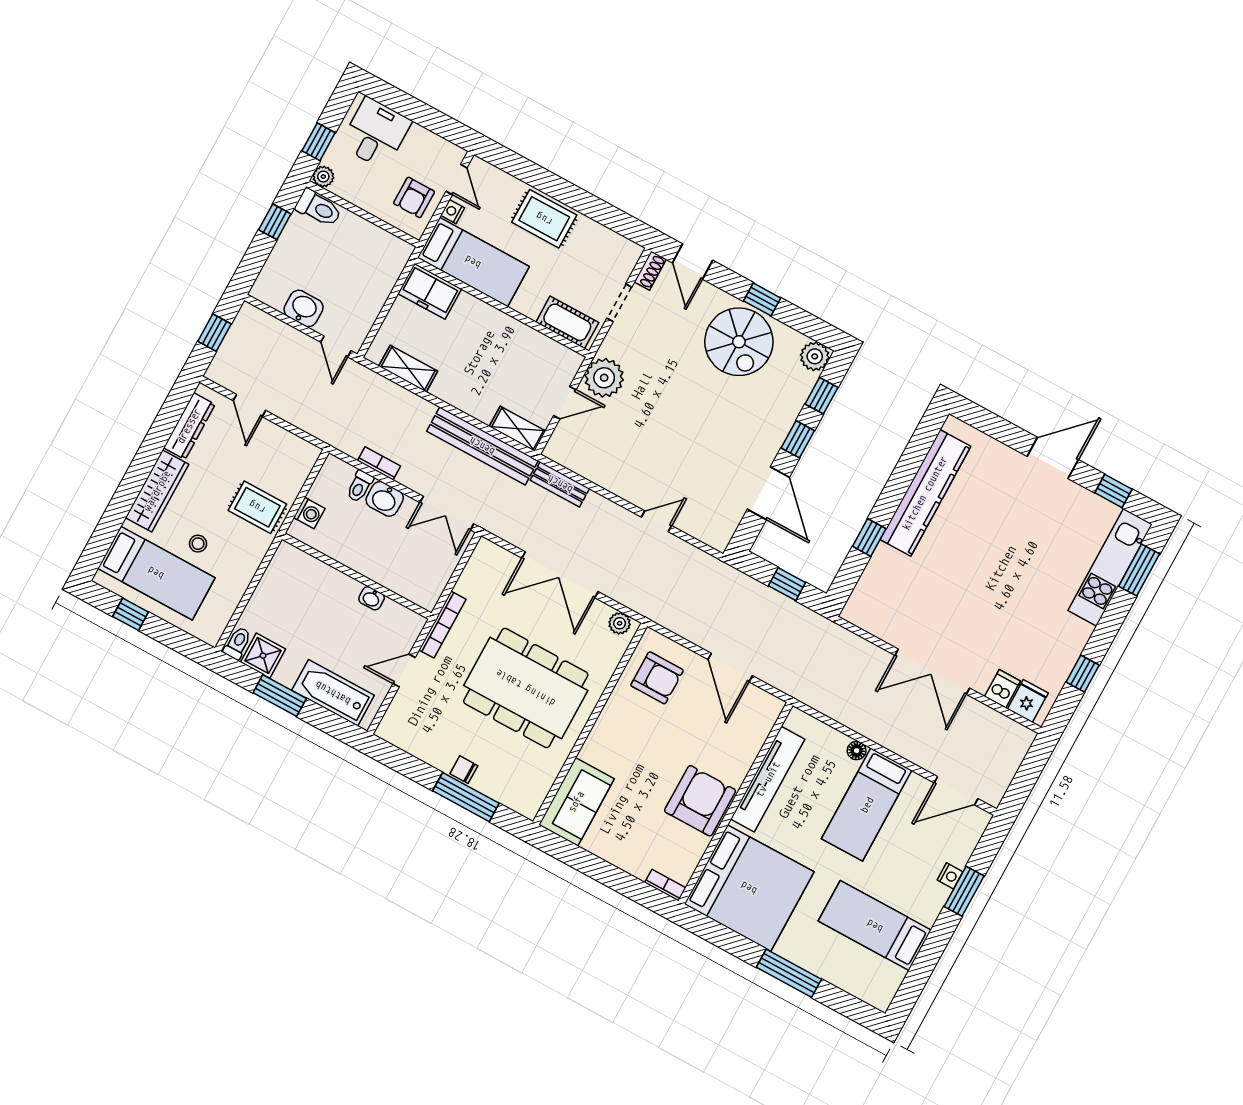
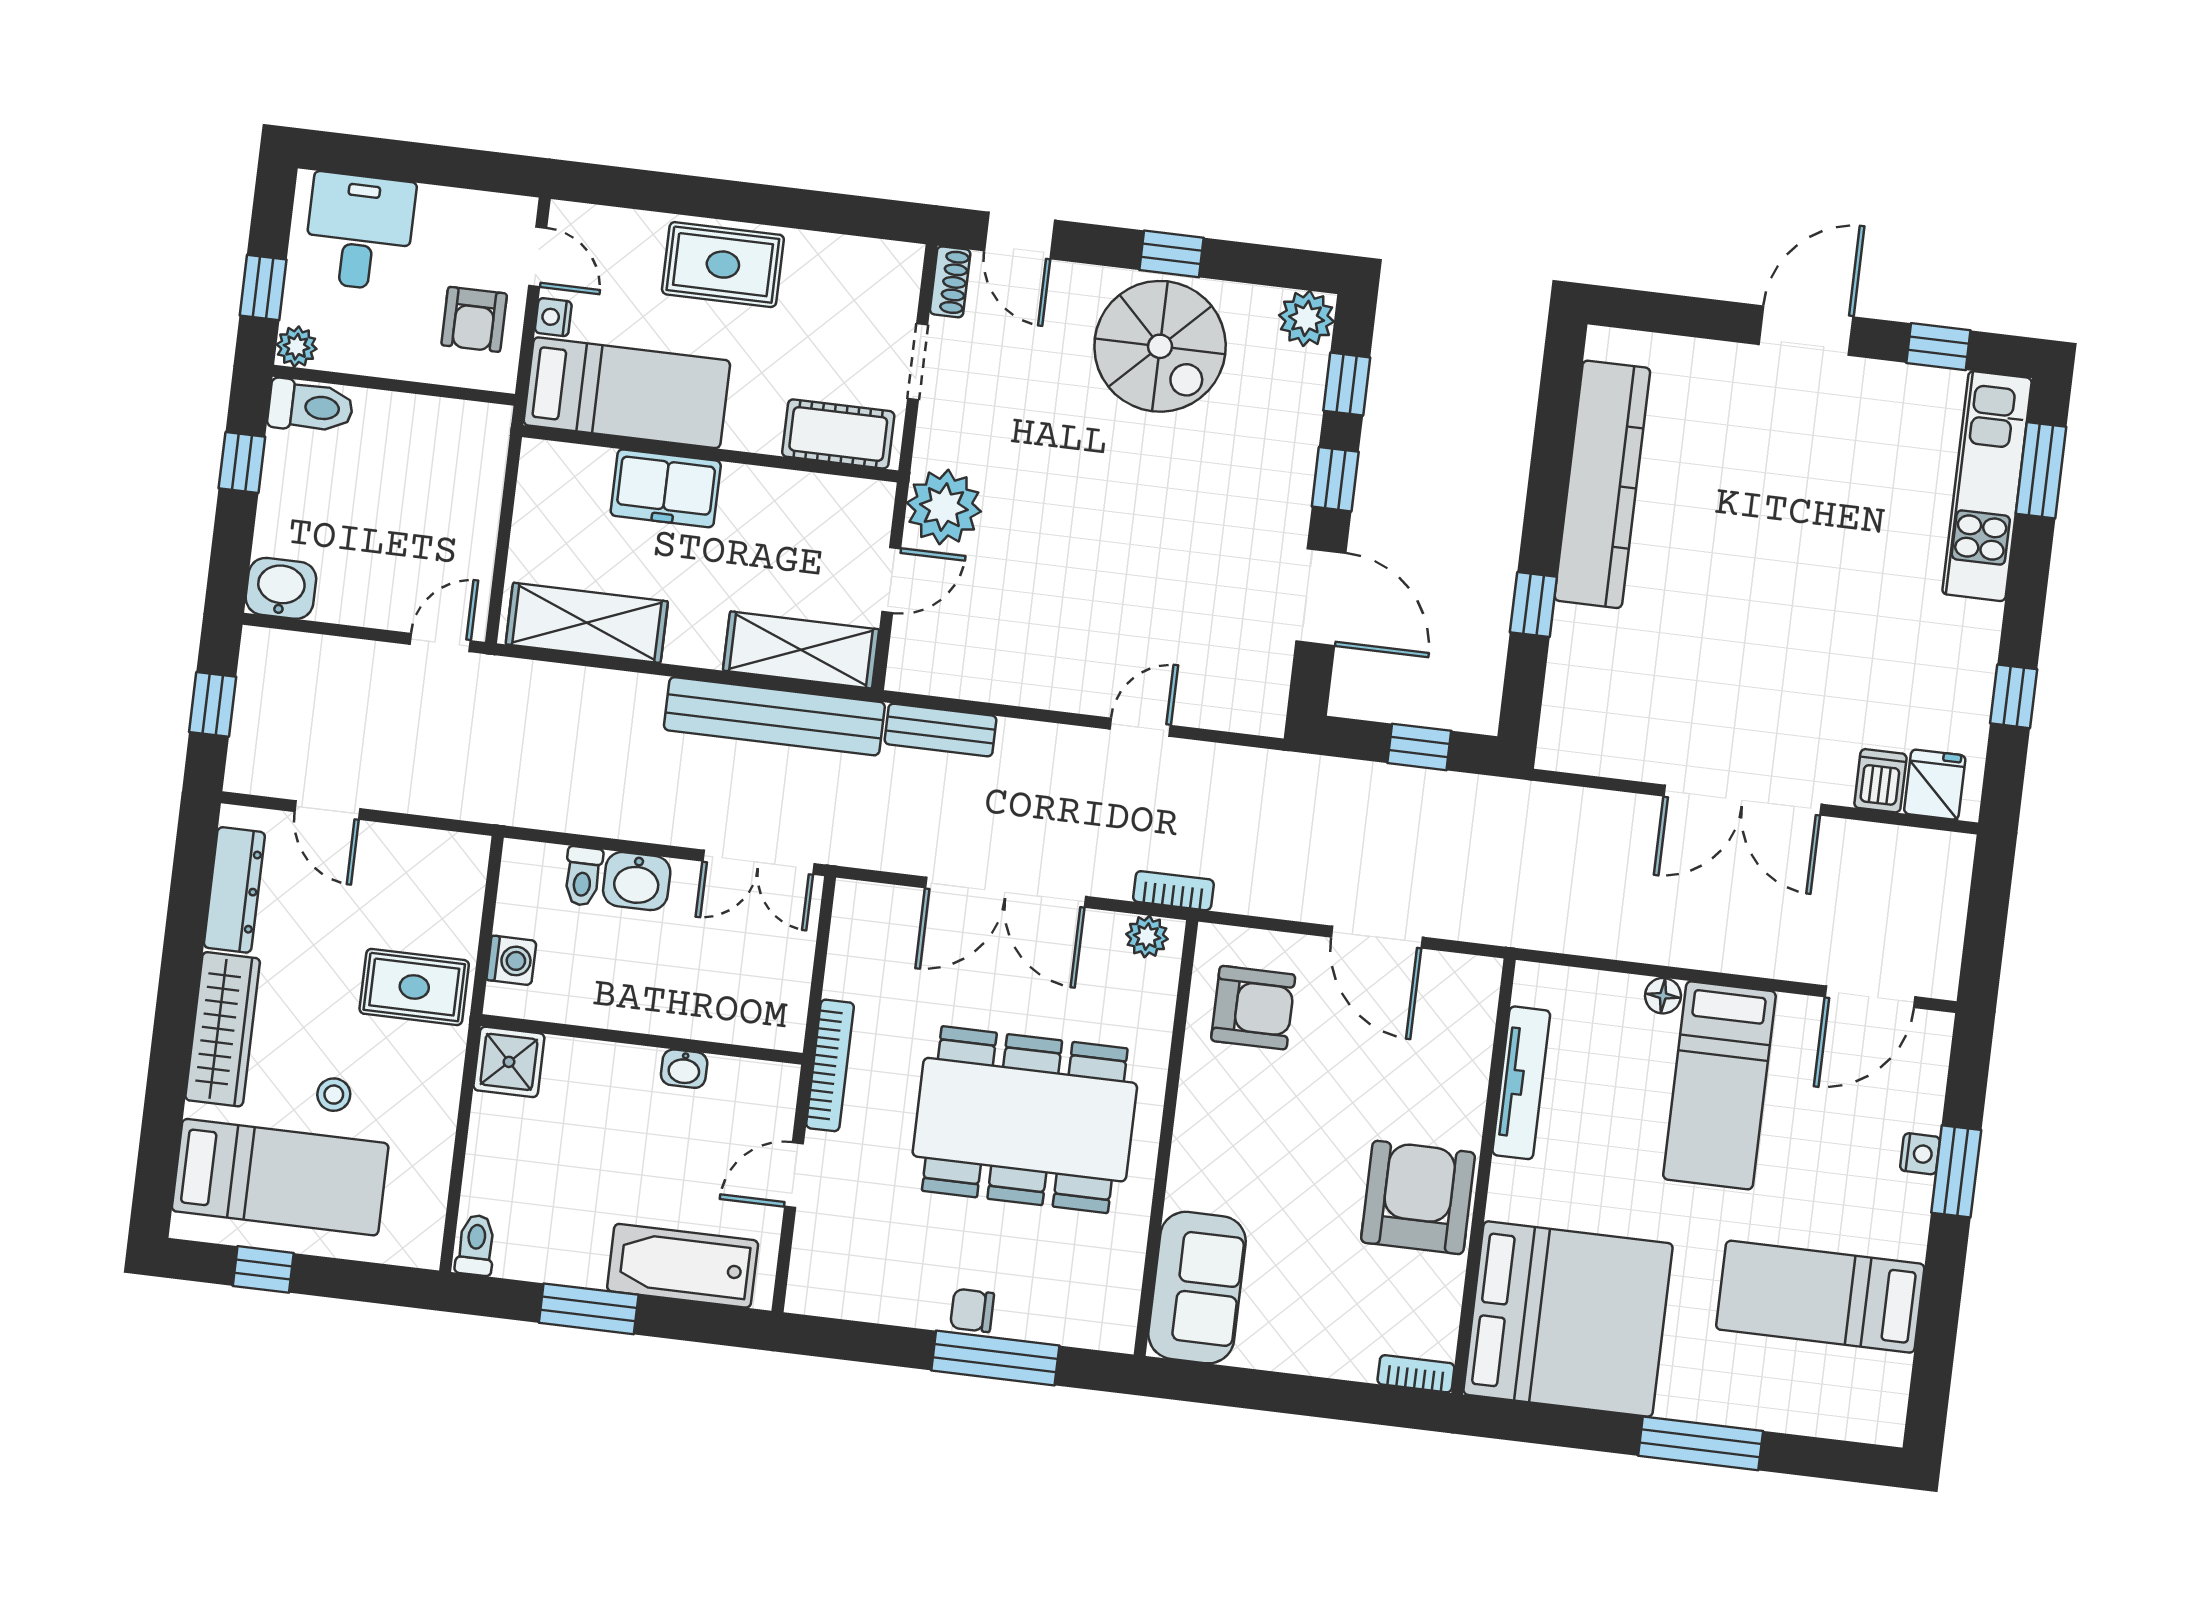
freezer: (430, 291) -> (666, 488), moved
washbasin: (304, 308) -> (281, 588), moved
door: (336, 346) -> (440, 643), swing flipped
shelving: (408, 369) -> (587, 623), width x1.50, depth x1.33
shelving: (518, 429) -> (801, 650), width x1.50, depth x1.33
bookcase: (379, 463) -> (1173, 891), moved
shower: (263, 656) -> (509, 1062), moved
tv unit: (768, 779) -> (1521, 1083), width x0.73, depth x0.78

